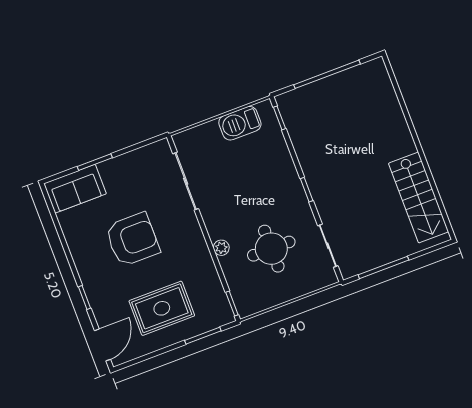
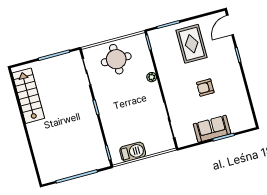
sofa: (75, 189) -> (212, 129), moved
armchair: (132, 239) -> (205, 88), width x0.53, depth x0.53
round table: (271, 249) -> (116, 59), moved
rug: (162, 308) -> (192, 44), turned 90

